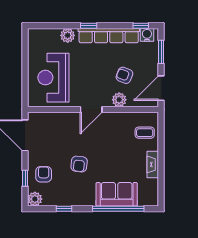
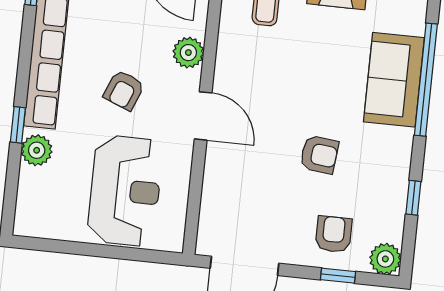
window: (89, 26) -> (18, 125), moved
armchair: (124, 75) -> (124, 90), moved
reception desk: (53, 78) -> (125, 191), turned -90
armchair: (44, 174) -> (334, 234), turned 90

